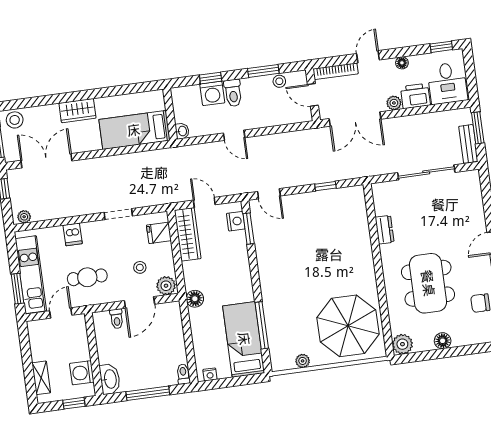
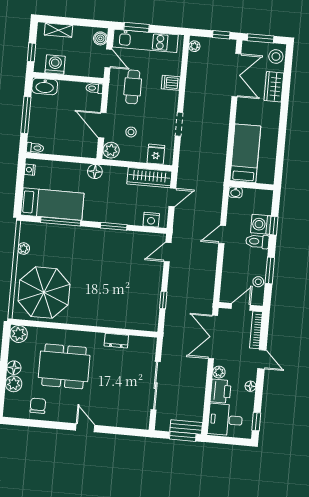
wardrobe: (77, 111) -> (274, 87), moved
bench: (468, 144) -> (186, 427), moved
window: (249, 229) -> (114, 226), moved
toilet: (117, 319) -> (94, 88), moved
boiler: (40, 327) -> (100, 38), added
plant: (461, 337) -> (14, 384), added

